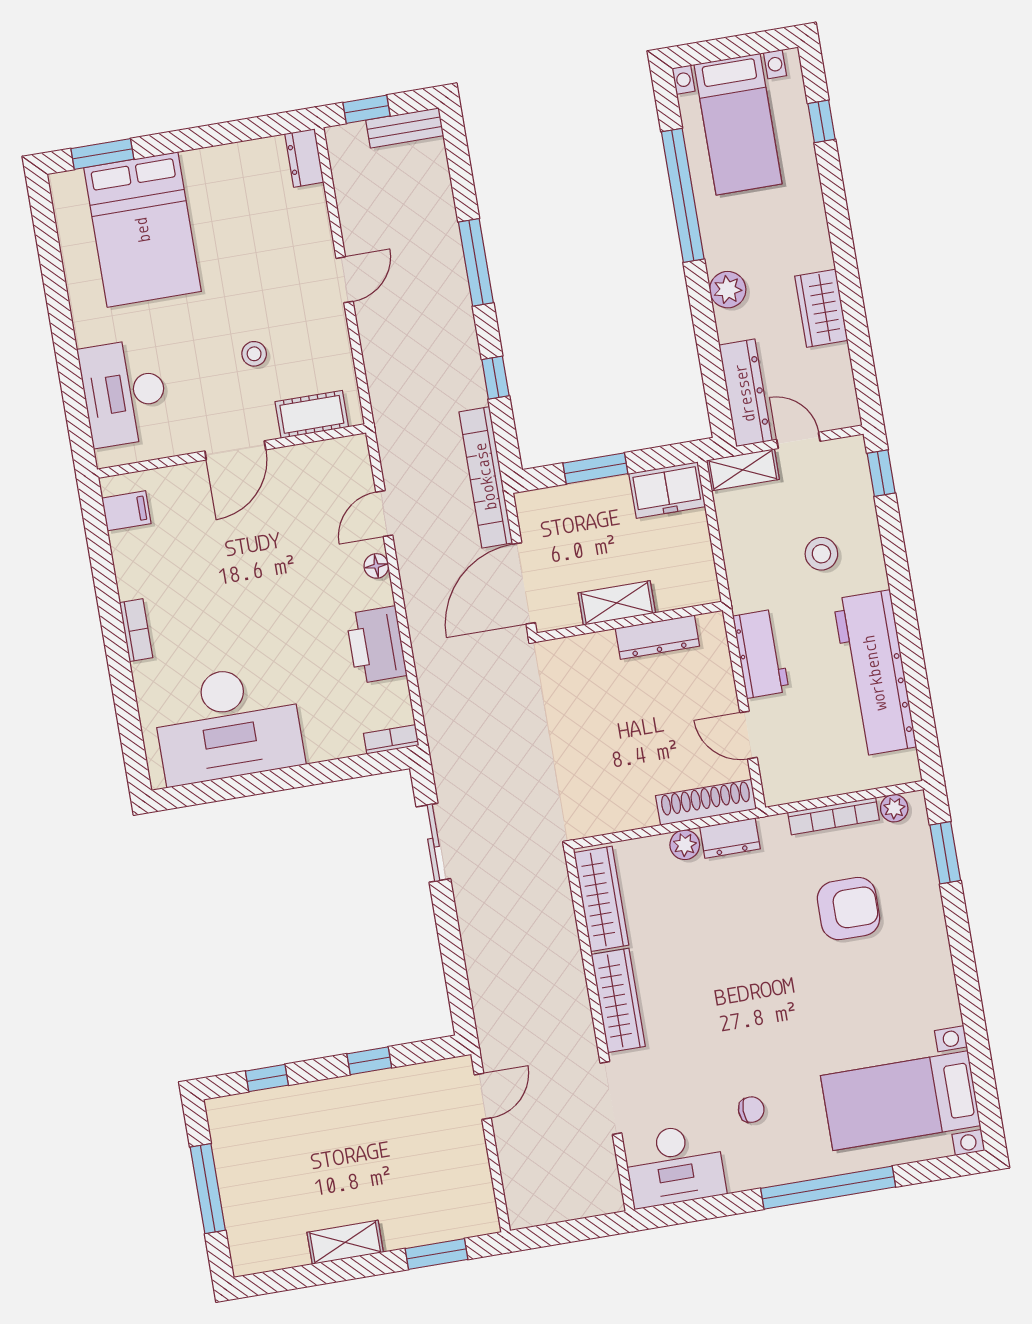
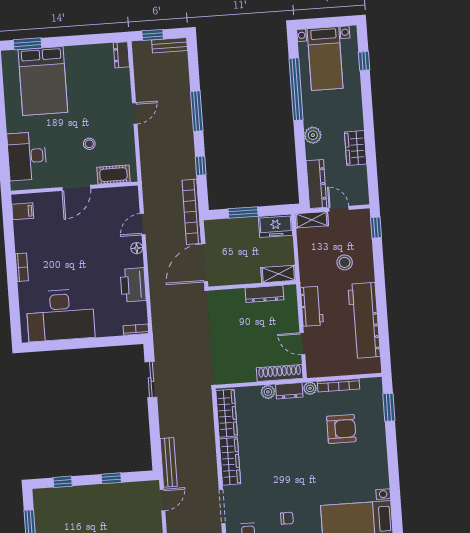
shelving: (617, 603) -> (278, 274), moved
plant: (894, 808) -> (310, 388), moved
bench: (488, 1015) -> (169, 462), added

